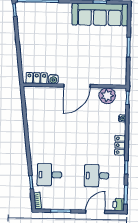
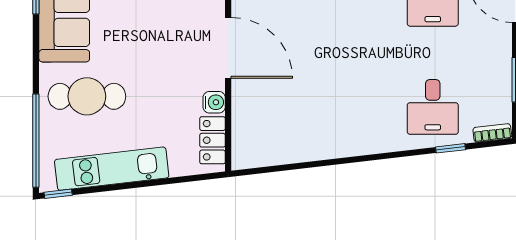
cafe table: (57, 24) -> (87, 96), added
kitchen unit: (25, 34) -> (112, 169), added

